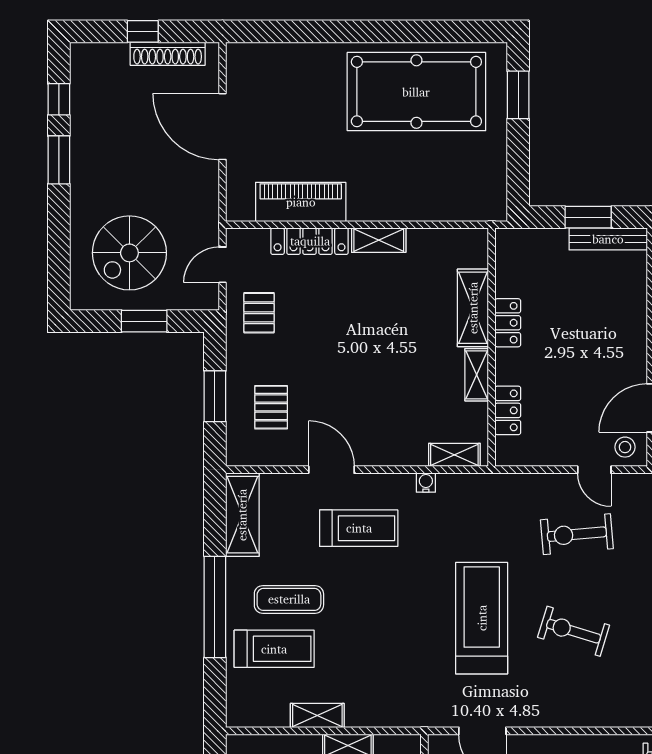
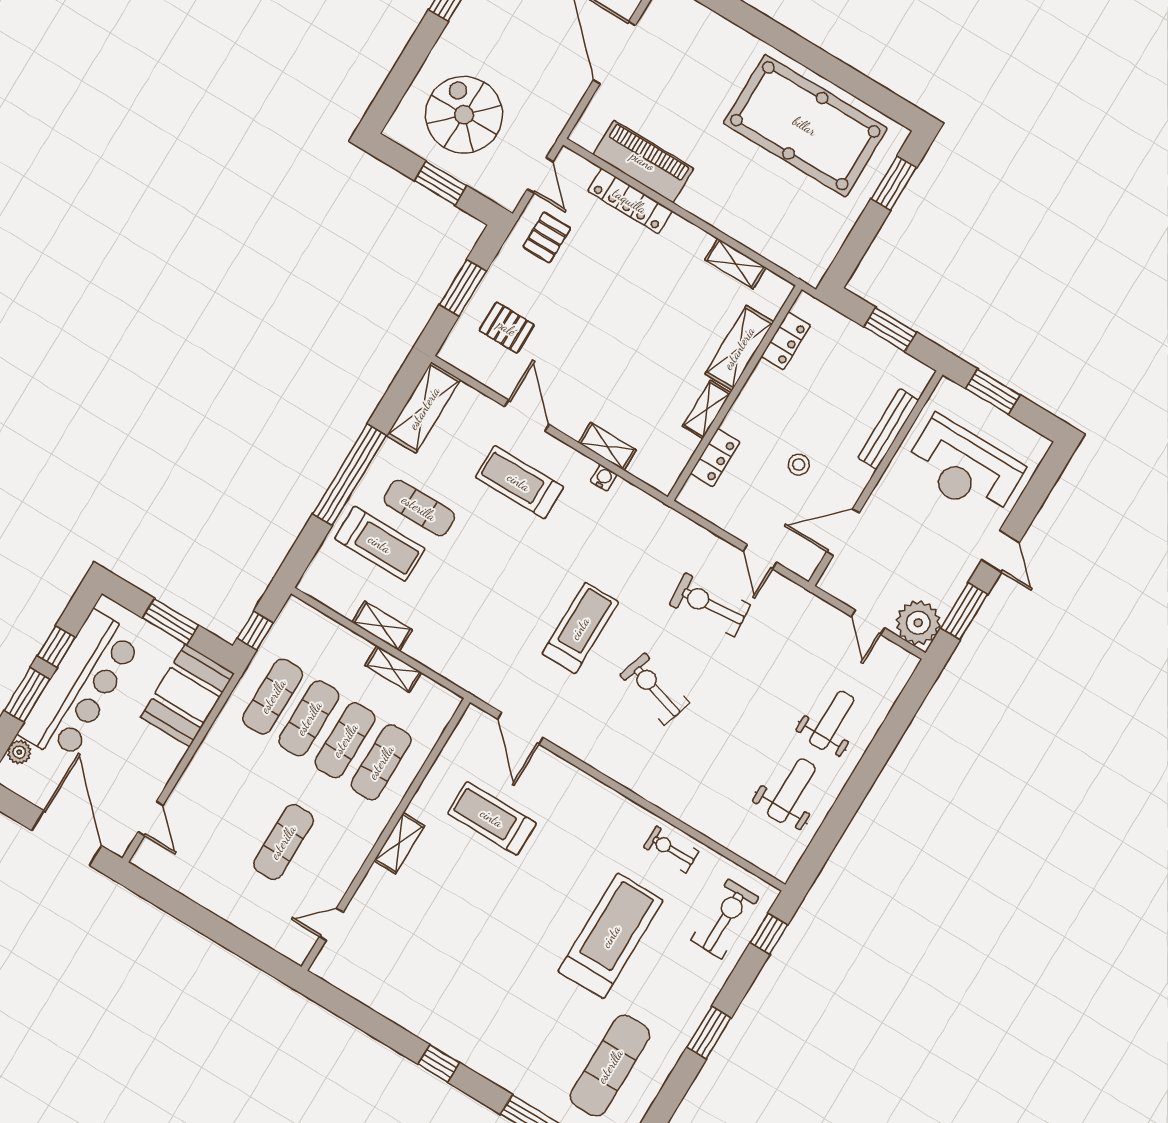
bench: (608, 239) -> (888, 429), moved, turned 90
shelving: (379, 240) -> (735, 264), moved
spiral stairs: (129, 253) -> (464, 115), turned 90
door: (222, 265) -> (540, 175), swing flipped
locker: (508, 323) -> (786, 341), moved
pallet: (271, 407) -> (507, 328), turned 90
stool: (625, 447) -> (799, 465), moved
shelving: (454, 455) -> (607, 446), moved
treadmill: (359, 528) -> (519, 482), turned 180
treadmill: (482, 618) -> (580, 628), width x0.73, depth x0.73

